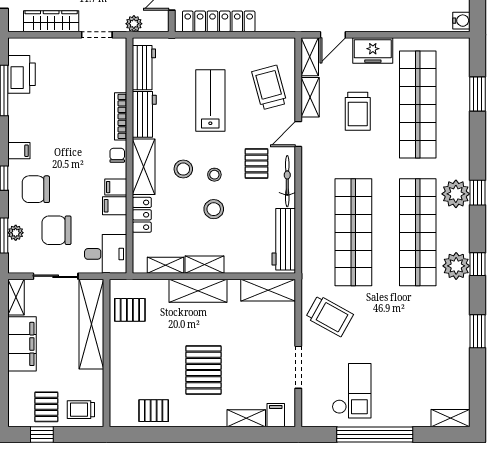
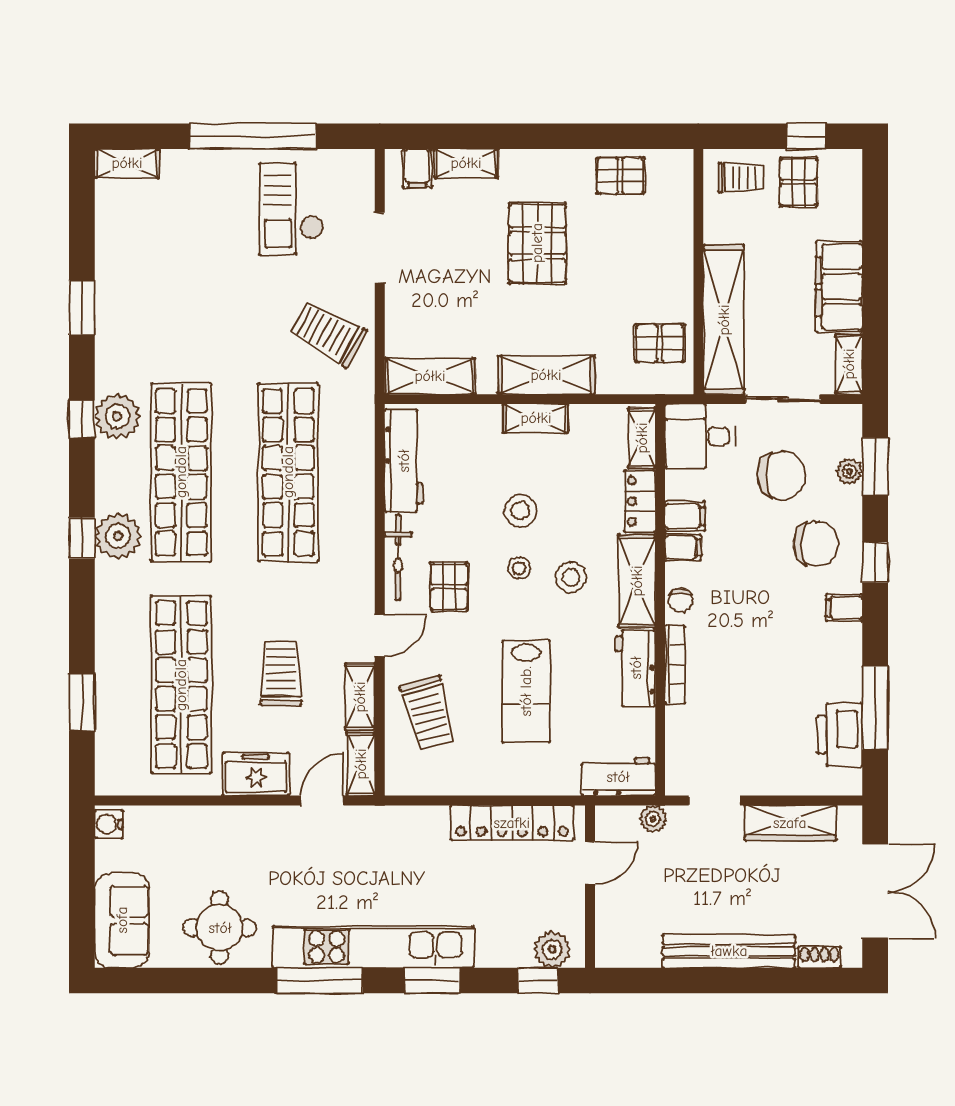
workbench: (144, 68) -> (618, 777), moved, turned 90
shelving: (165, 265) -> (642, 438), moved, turned 90

